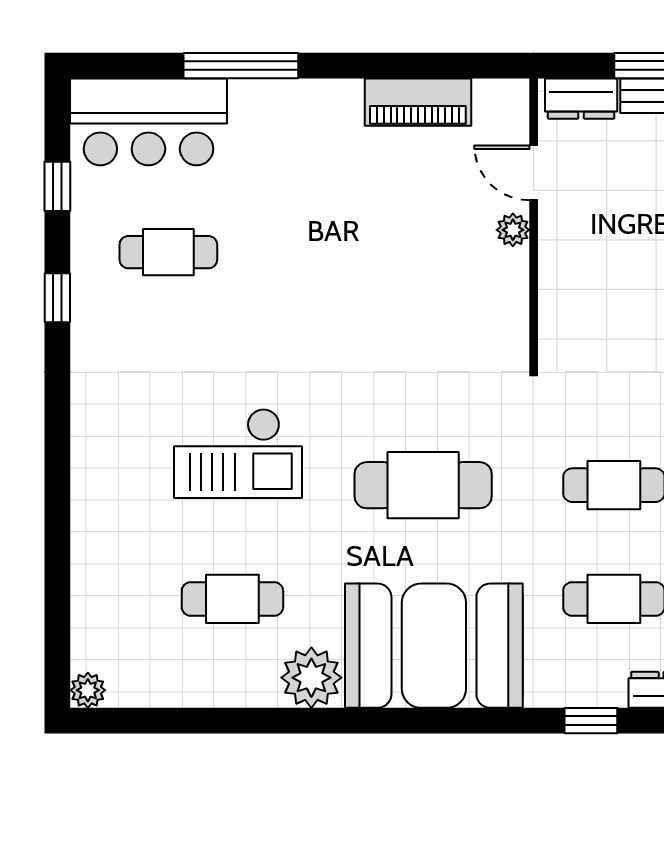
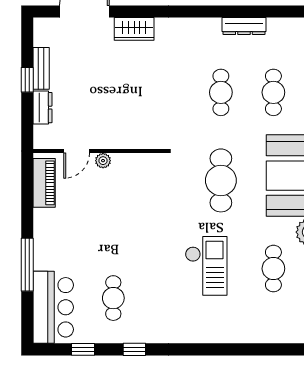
door: (534, 173) -> (77, 151), moved
wall: (534, 223) -> (100, 151), moved
plant: (513, 230) -> (103, 161), moved

